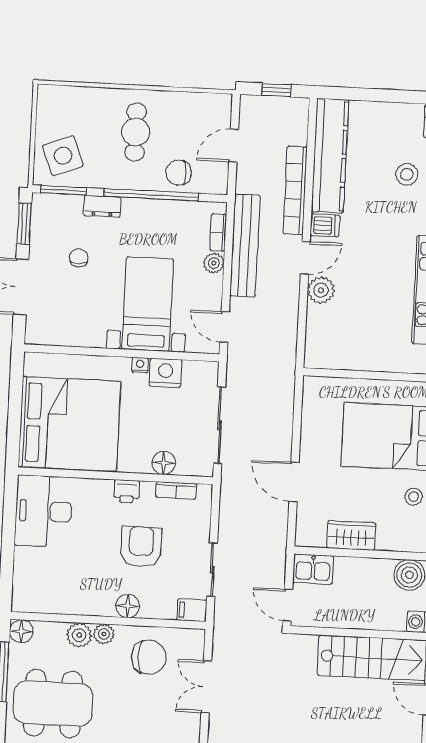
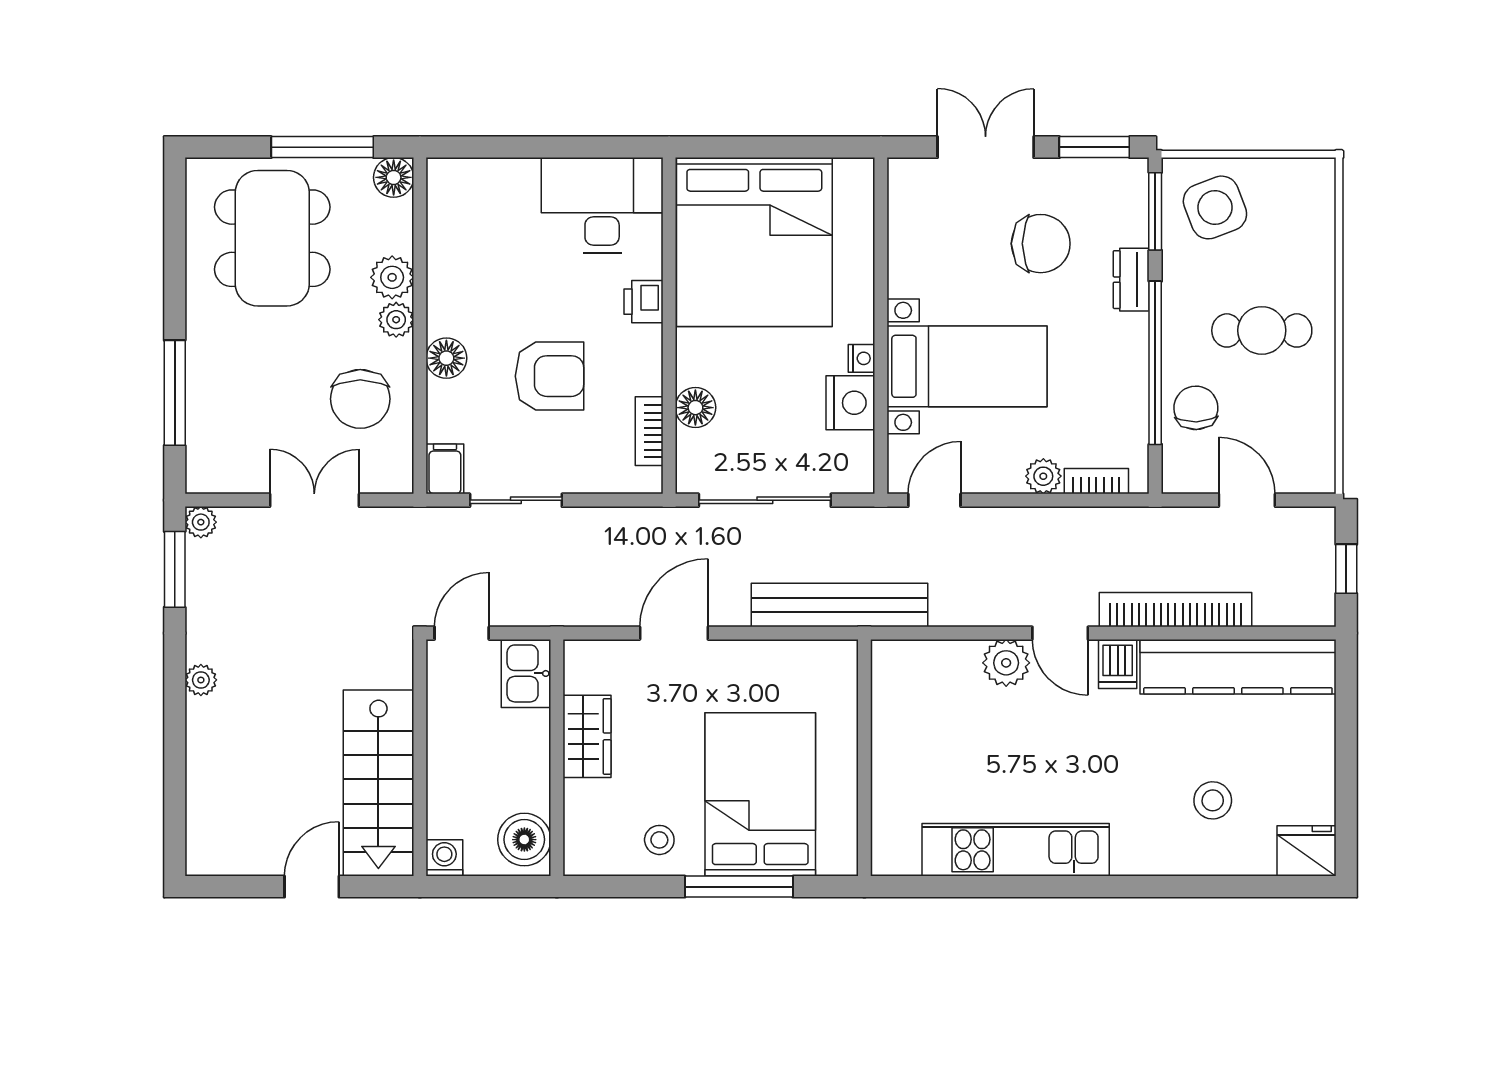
bench: (245, 245) -> (840, 605), moved
chair: (79, 258) -> (1041, 244), width x1.87, depth x1.87
printer: (127, 491) -> (643, 302), moved

